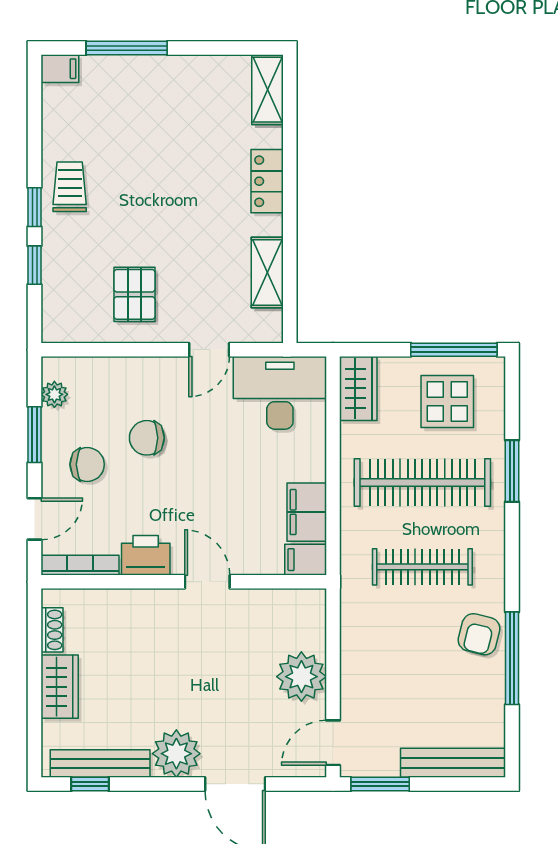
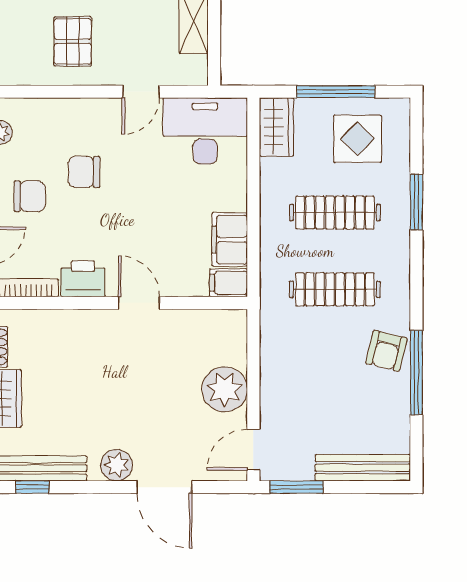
window: (454, 350) -> (336, 92), moved
clothes rail: (422, 482) -> (335, 213), width x0.73, depth x0.76
plant: (176, 754) -> (117, 465), width x0.73, depth x0.73

